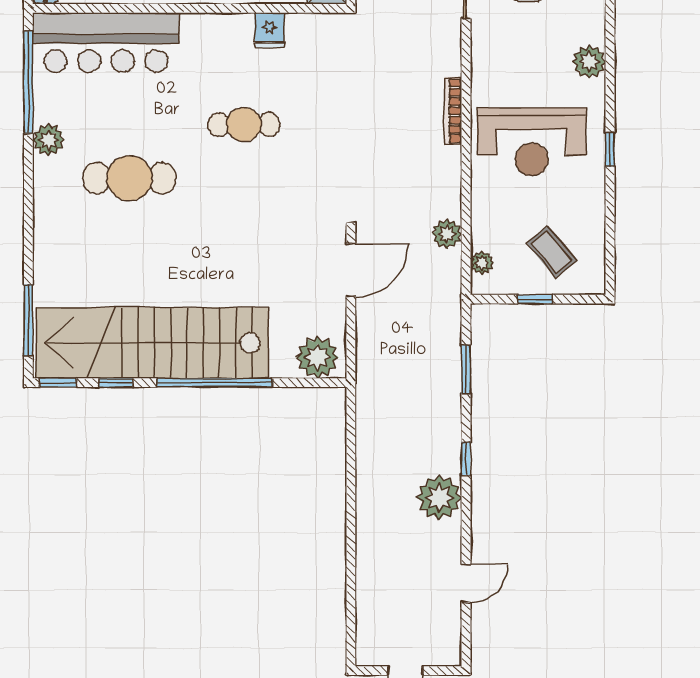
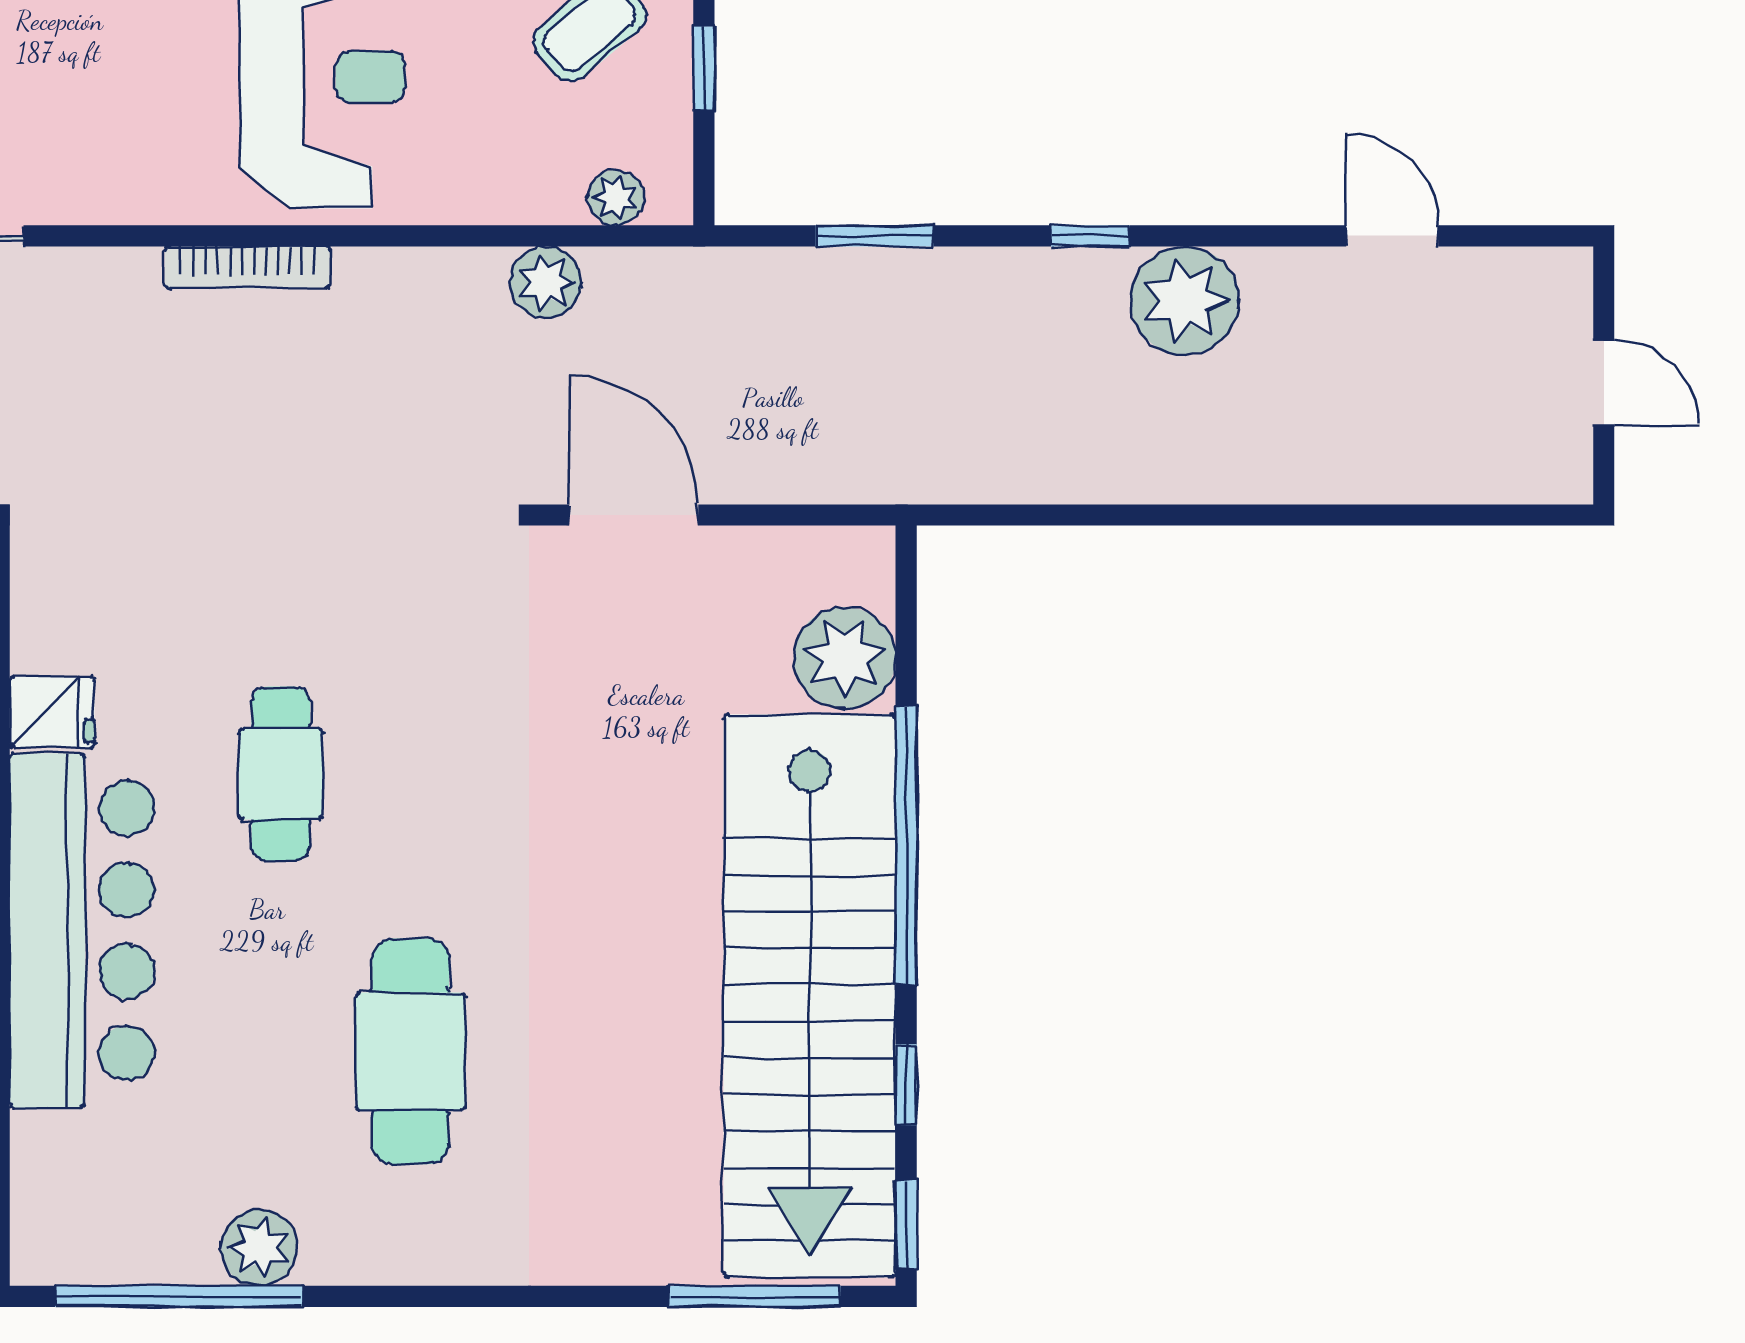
bar counter: (106, 42) -> (82, 931), moved
plant: (48, 140) -> (259, 1248), moved
plant: (318, 357) -> (845, 658), moved

